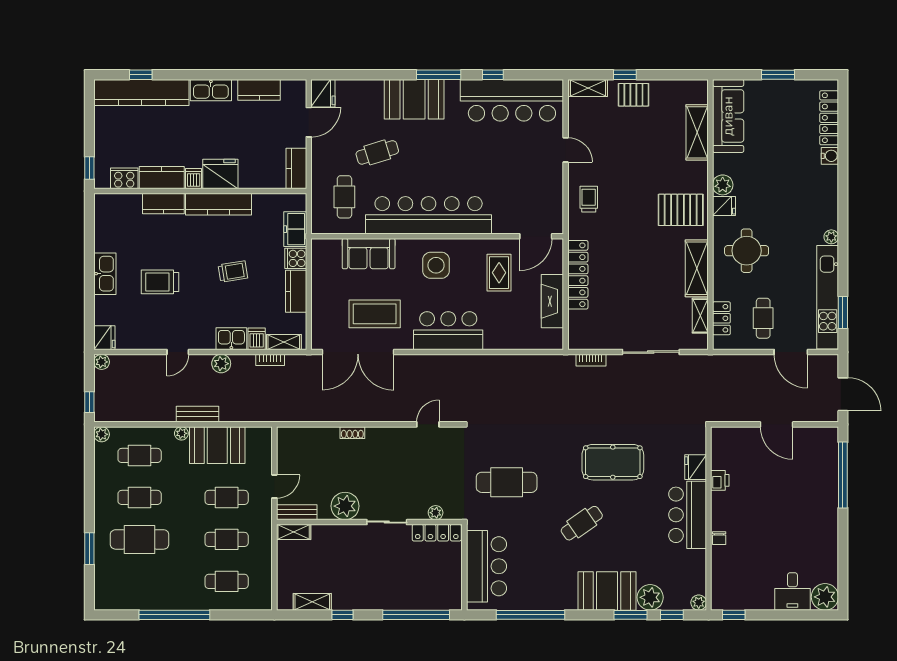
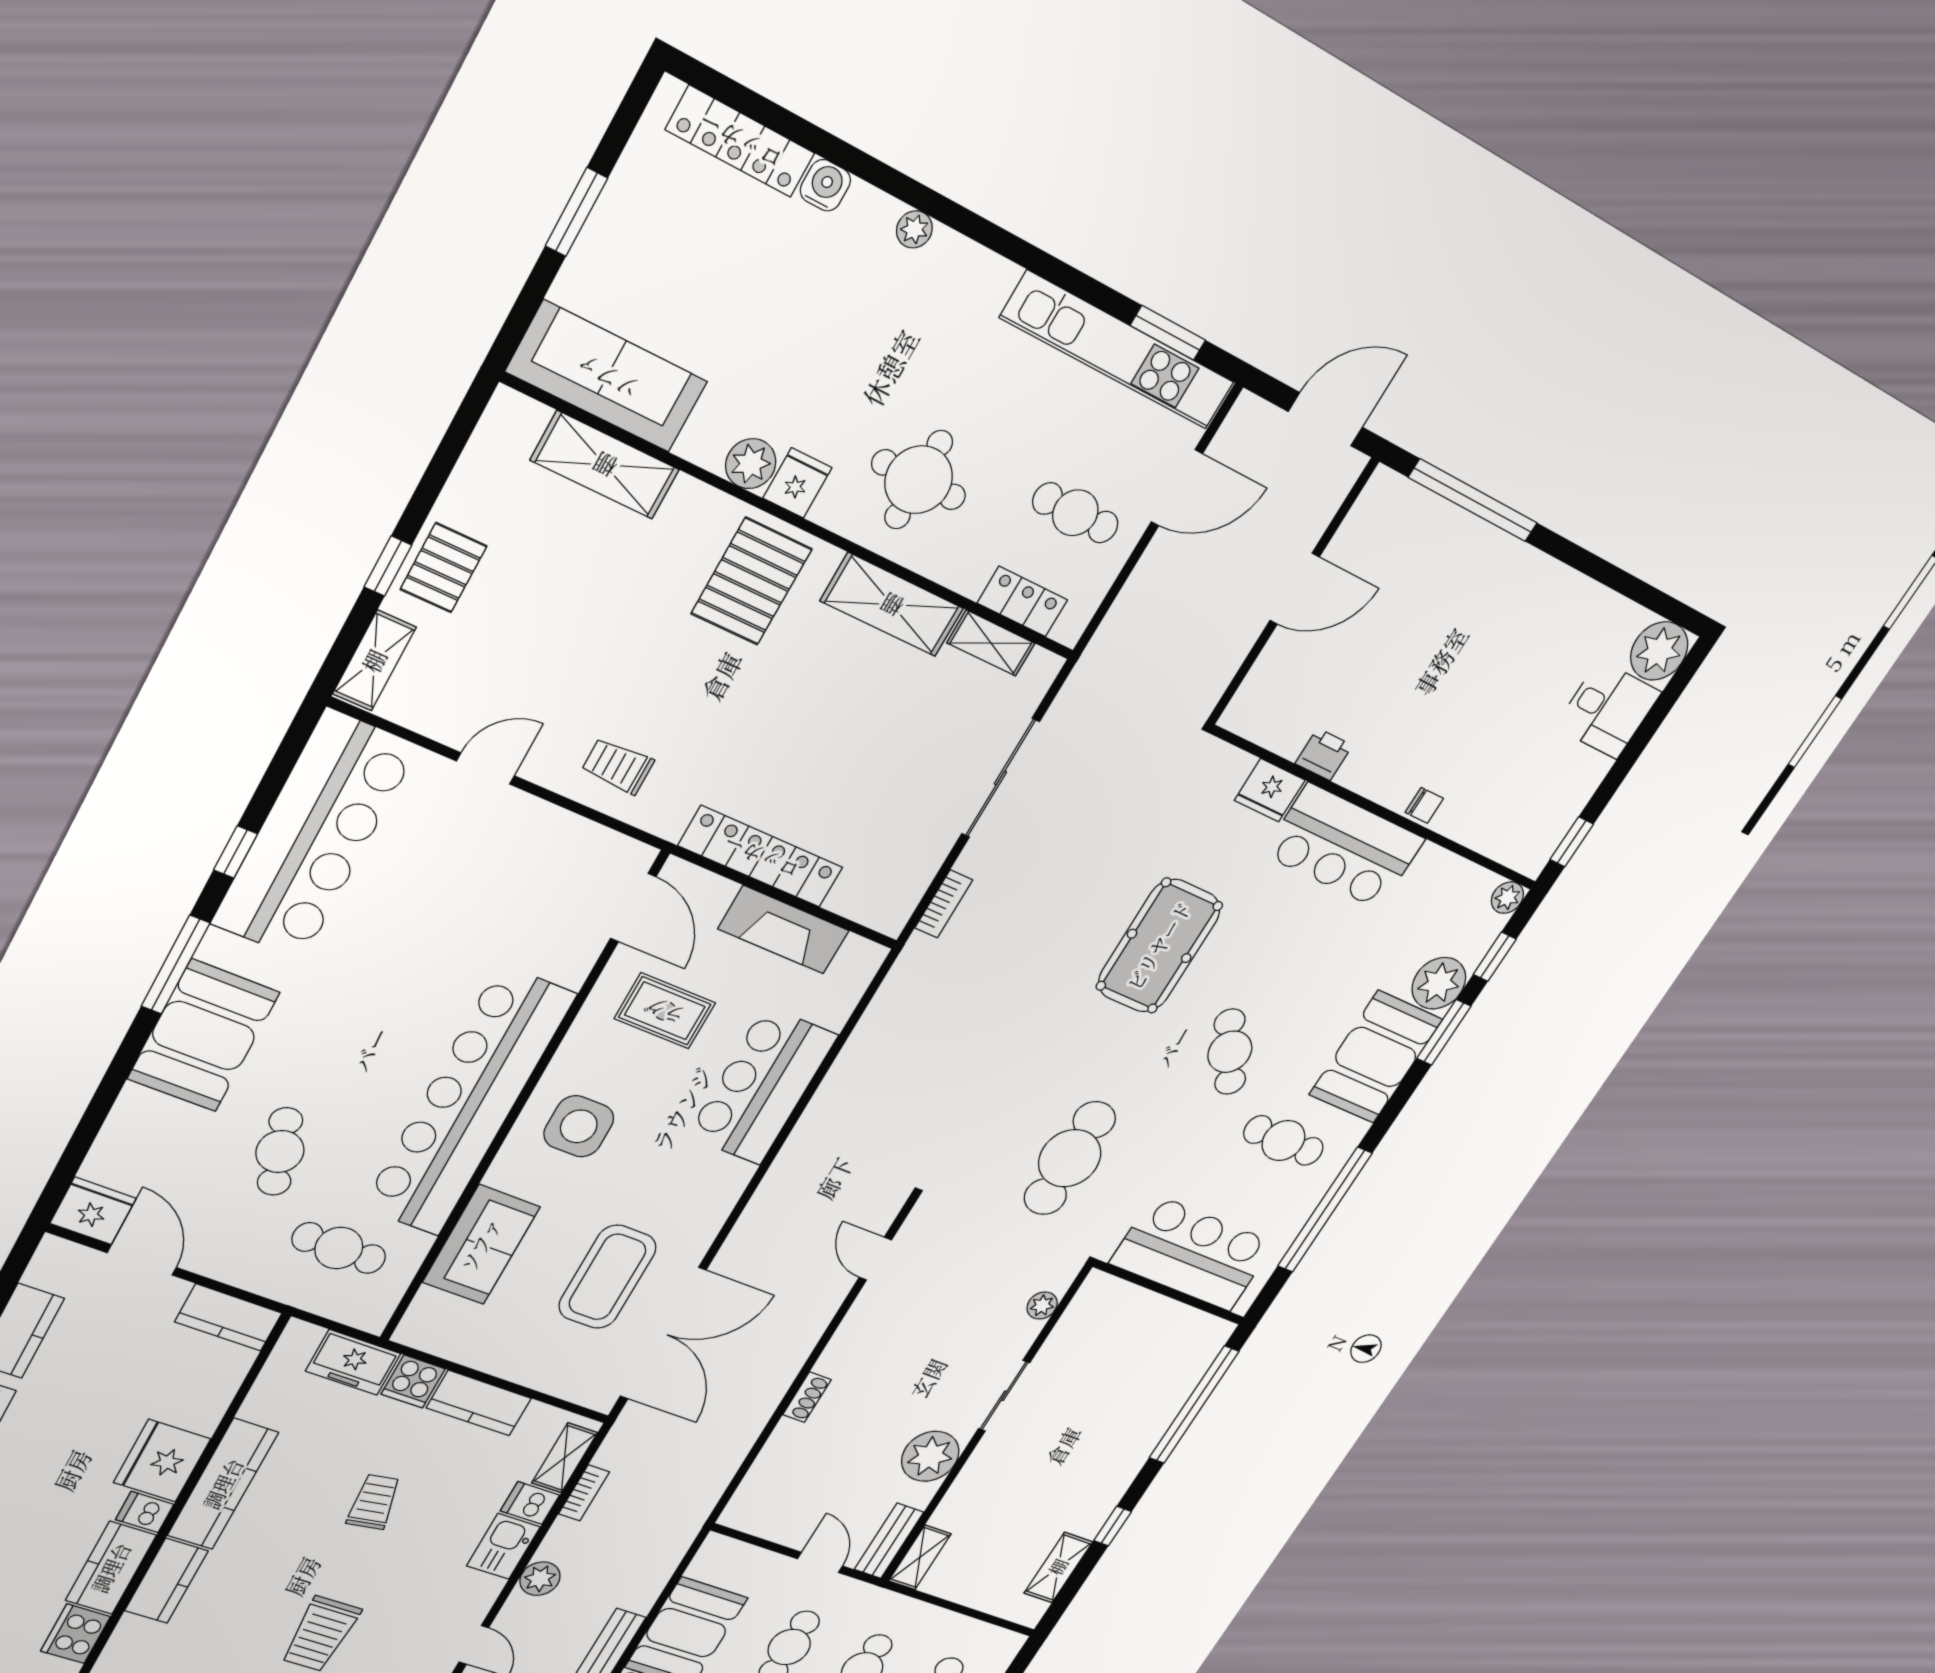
plant: (831, 237) -> (914, 229), moved
bar counter: (448, 331) -> (762, 1086), moved
locker: (437, 533) -> (1078, 1317), removed
cafe table: (553, 574) -> (1283, 1140), added

